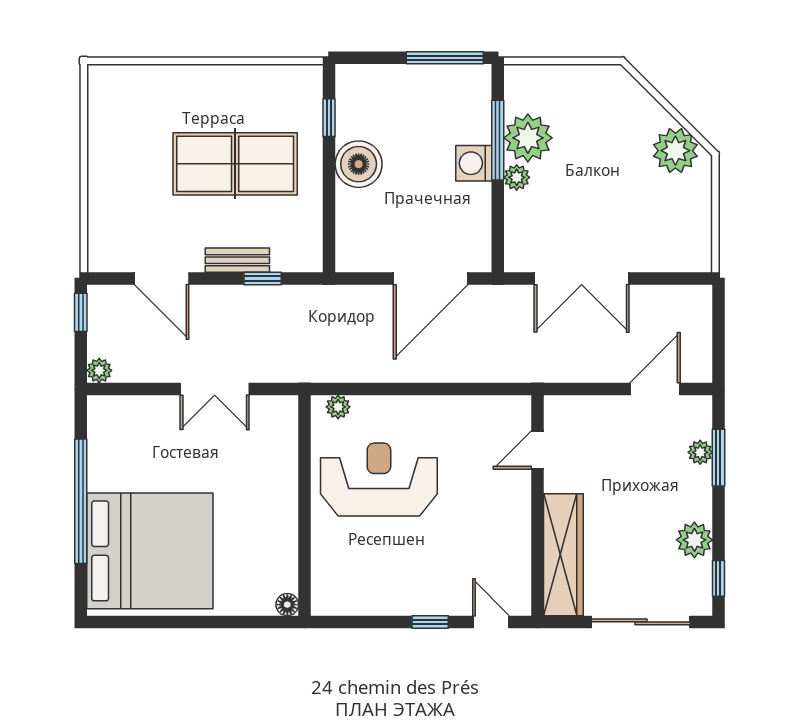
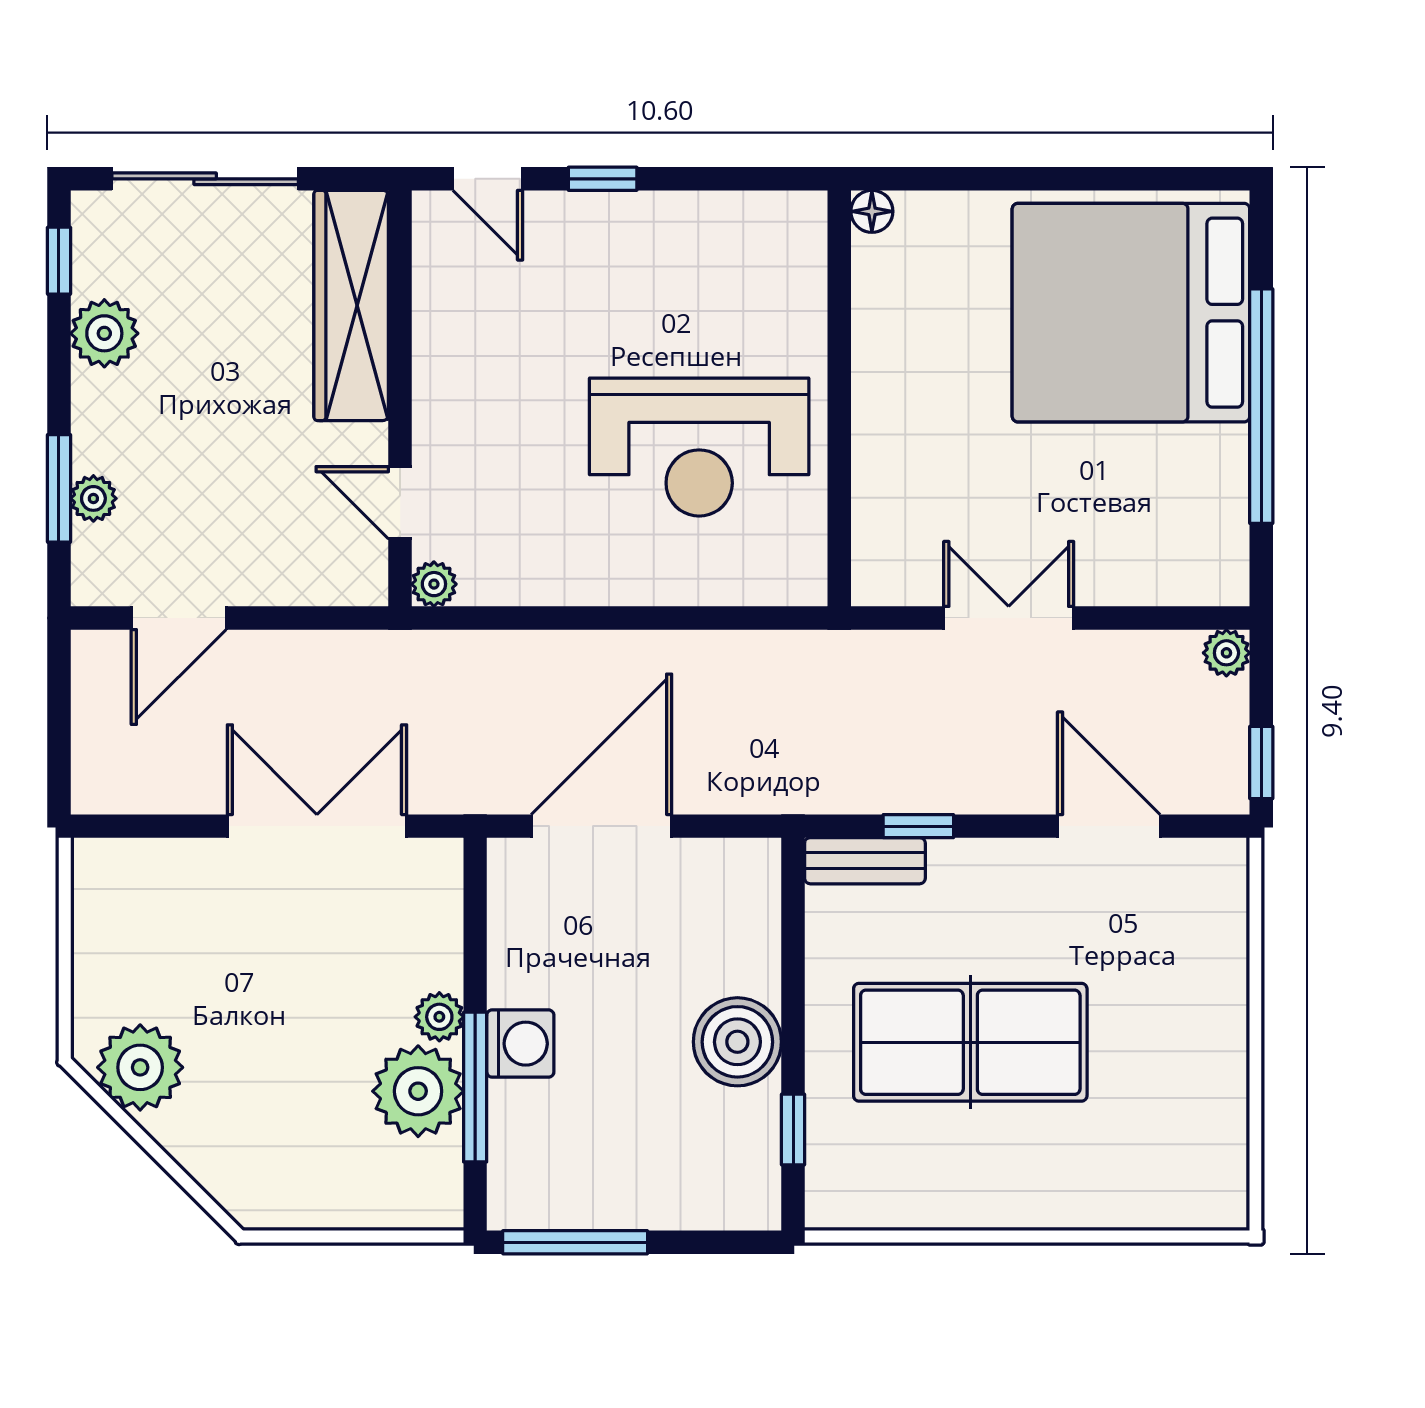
bench: (237, 260) -> (865, 861), moved
plant: (338, 407) -> (434, 584), moved
door: (538, 450) -> (400, 503), swing flipped

